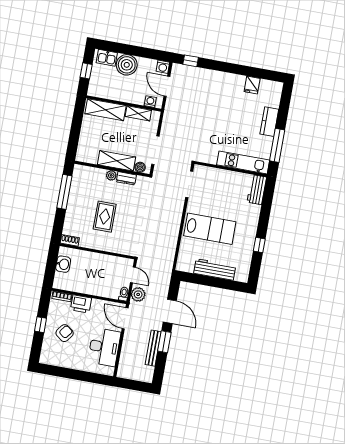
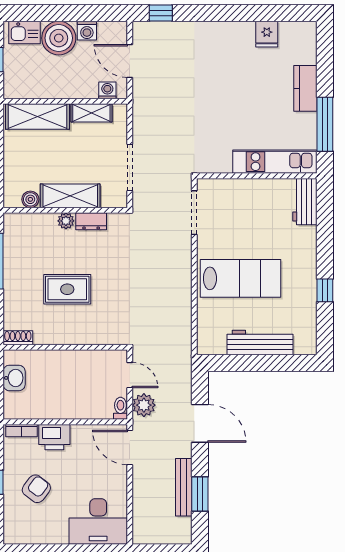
washing machine: (163, 67) -> (87, 31), moved
boiler: (140, 167) -> (30, 199), moved
rug: (105, 217) -> (67, 289), turned 90
window: (164, 342) -> (200, 494), moved
desk: (104, 347) -> (98, 522), moved, turned 90

